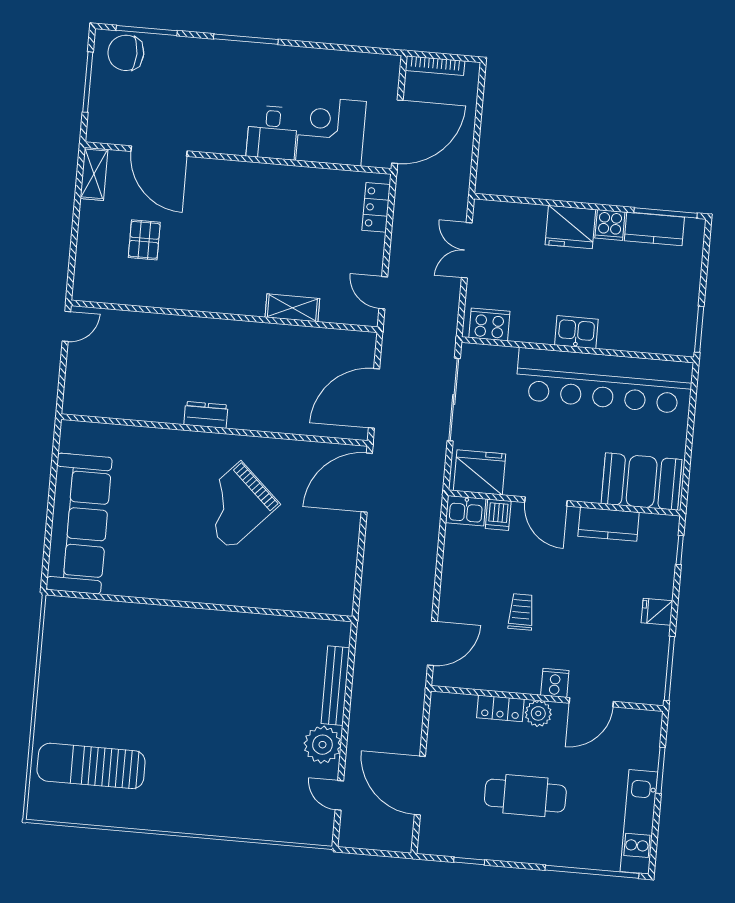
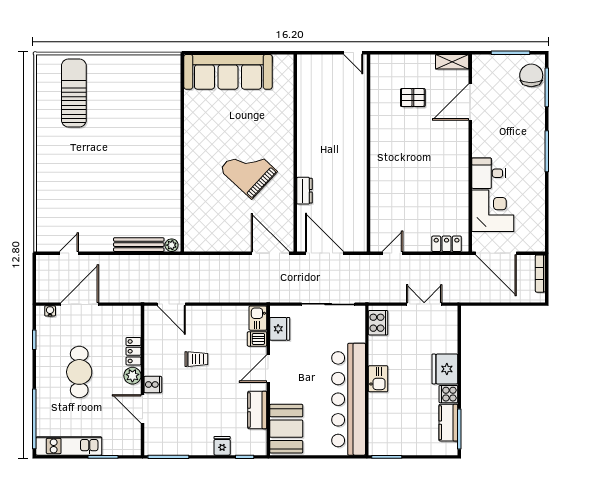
shelving: (292, 308) -> (378, 196), removed
dresser: (206, 415) -> (304, 191), moved
fridge: (480, 472) -> (280, 329), width x0.73, depth x0.75
fridge: (657, 612) -> (222, 446), moved
plant: (322, 745) -> (172, 245), moved, width x0.53, depth x0.53
water cooler: (427, 833) -> (50, 311), added

